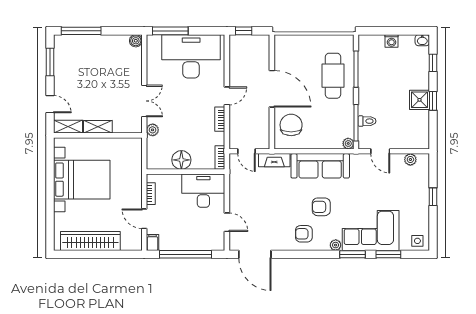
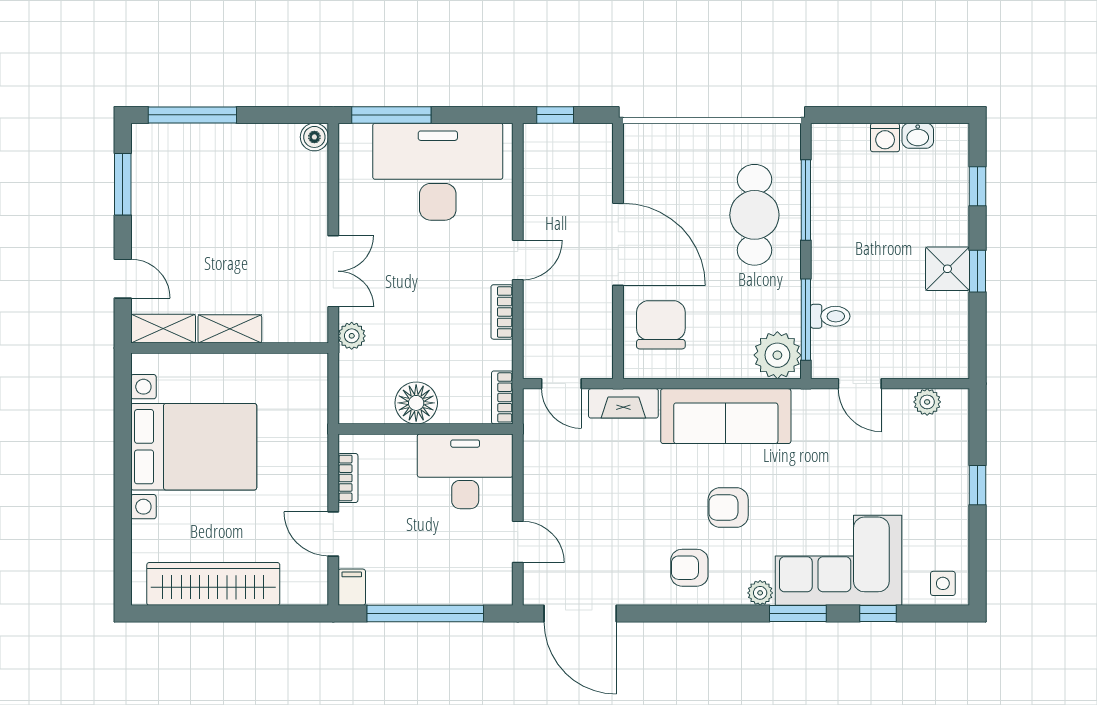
washbasin: (422, 40) -> (918, 136), moved
plant: (348, 143) -> (777, 355), width x1.88, depth x1.88
window: (388, 254) -> (878, 613), width x0.67

